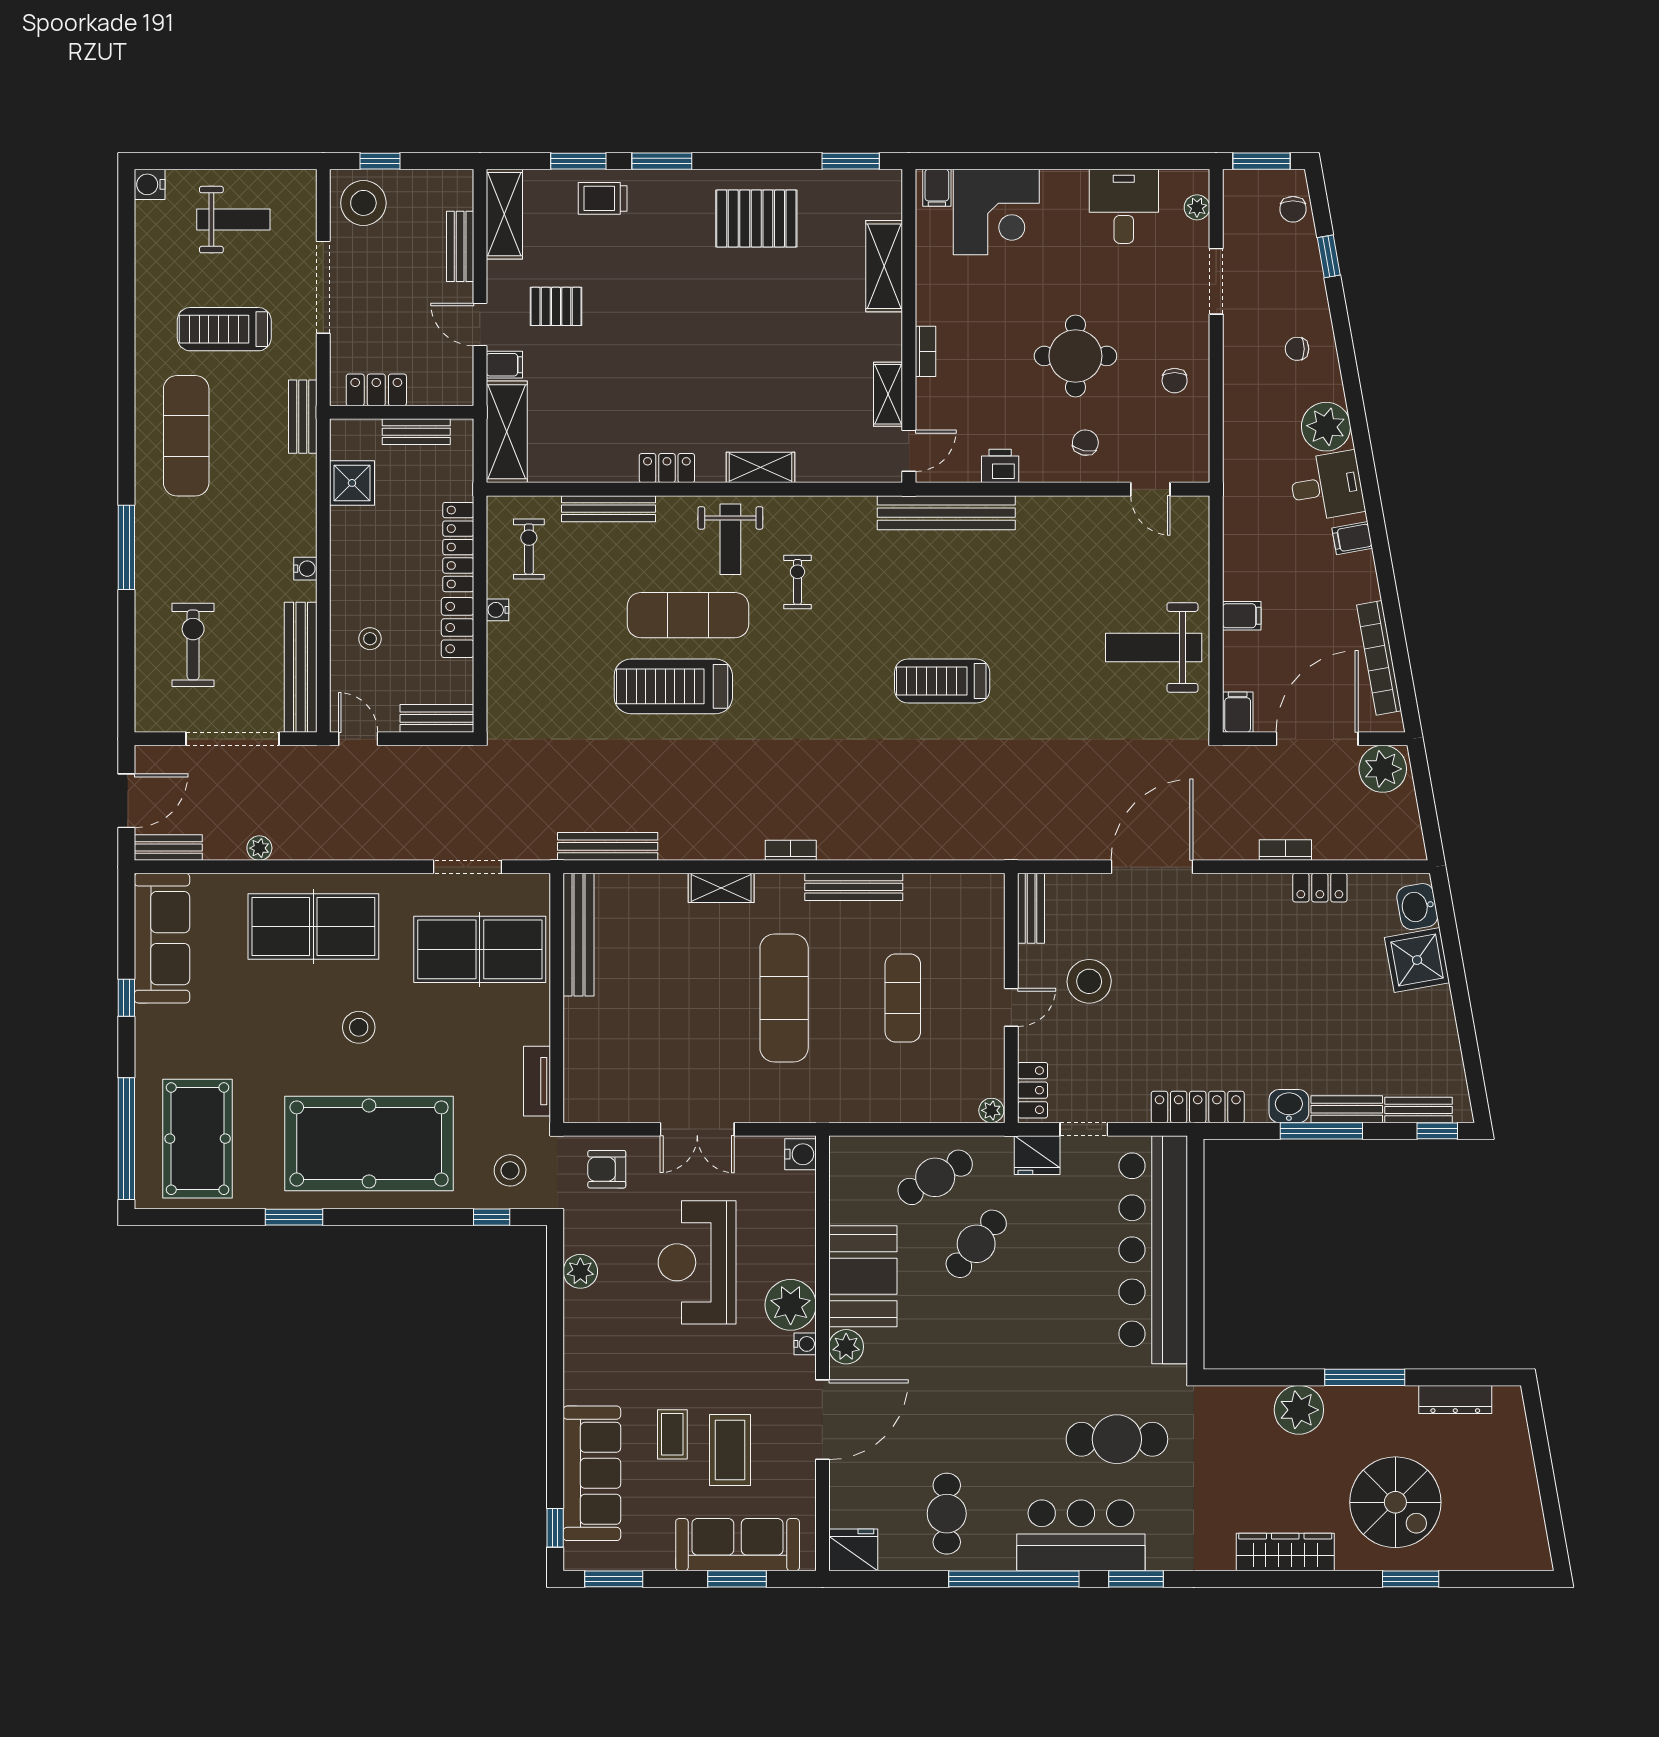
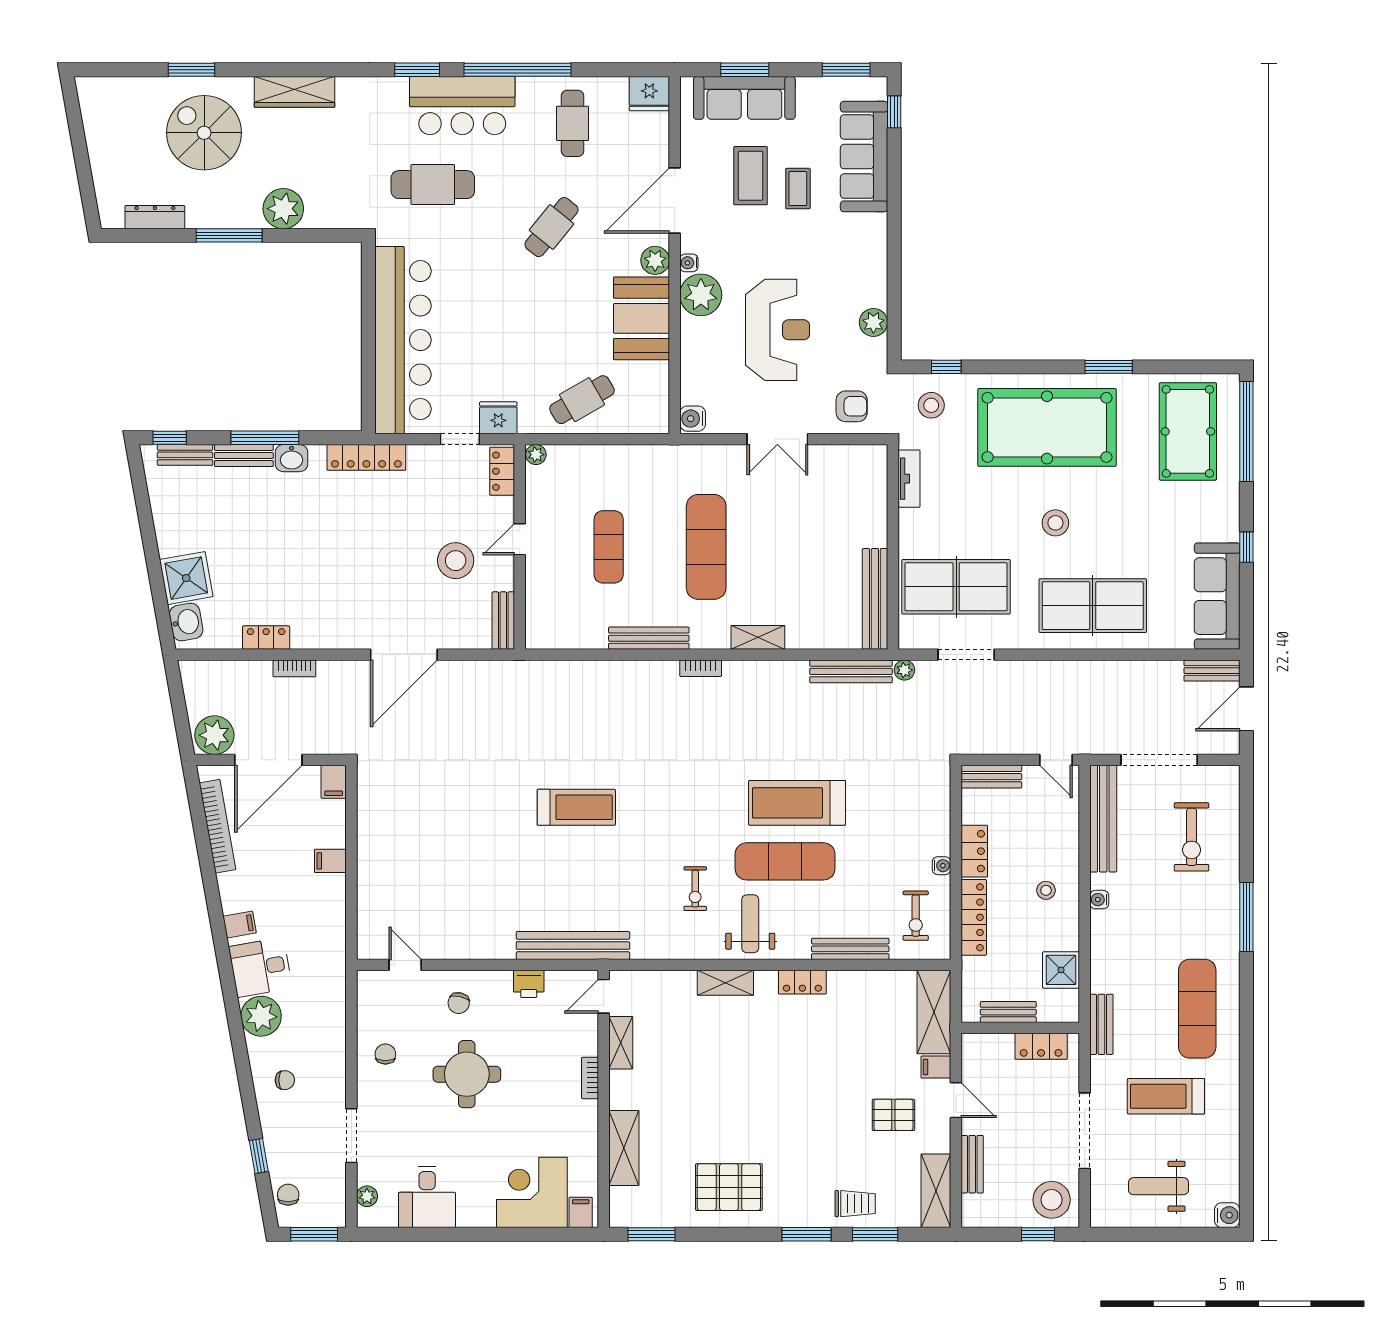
treadmill: (224, 329) -> (1166, 1096), turned 180
stool: (370, 639) -> (1046, 890), moved
weight bench: (1154, 647) -> (403, 835), removed
treadmill: (673, 686) -> (797, 803), turned 180
plant: (259, 848) -> (904, 670), moved
double door: (697, 1129) -> (777, 439), swing flipped
cafe table: (976, 1244) -> (551, 227), moved

